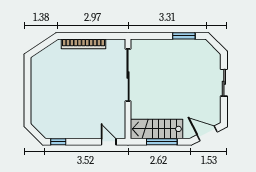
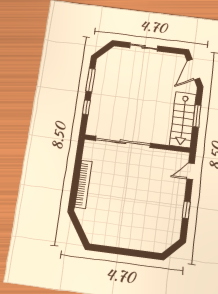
window: (157, 36) -> (86, 107), added
window: (58, 142) -> (186, 210), moved
window: (162, 142) -> (197, 116), width x0.69

